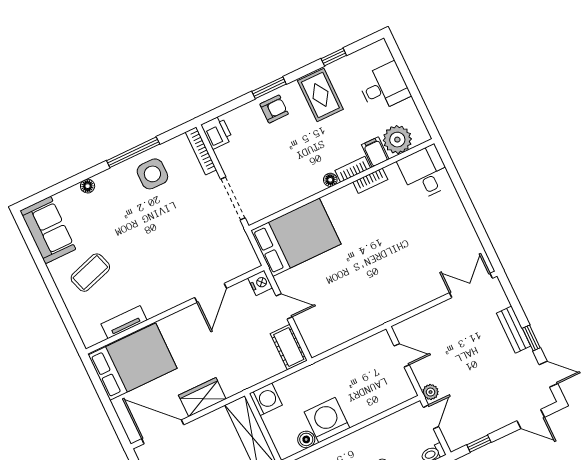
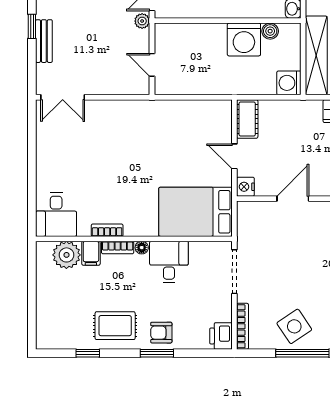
desk: (384, 87) -> (169, 262), moved, turned 90
rug: (320, 95) -> (115, 326), turned 90
side table: (152, 174) -> (294, 326), turned -34

